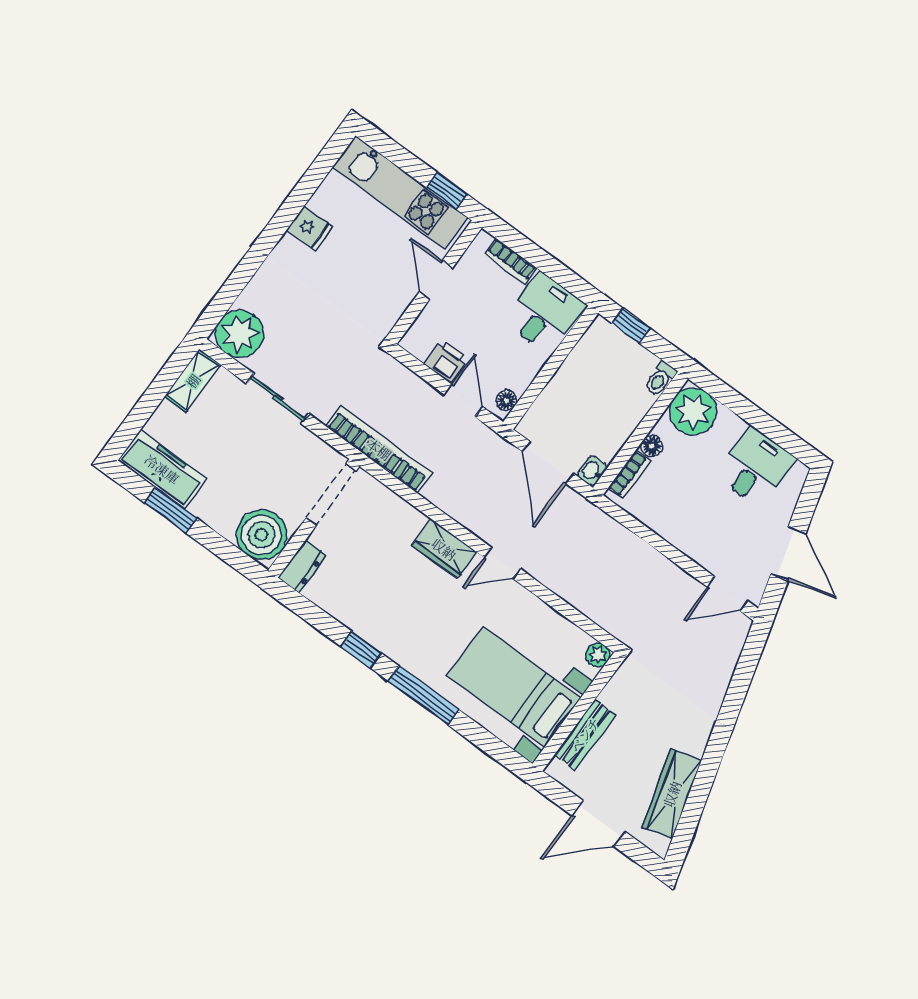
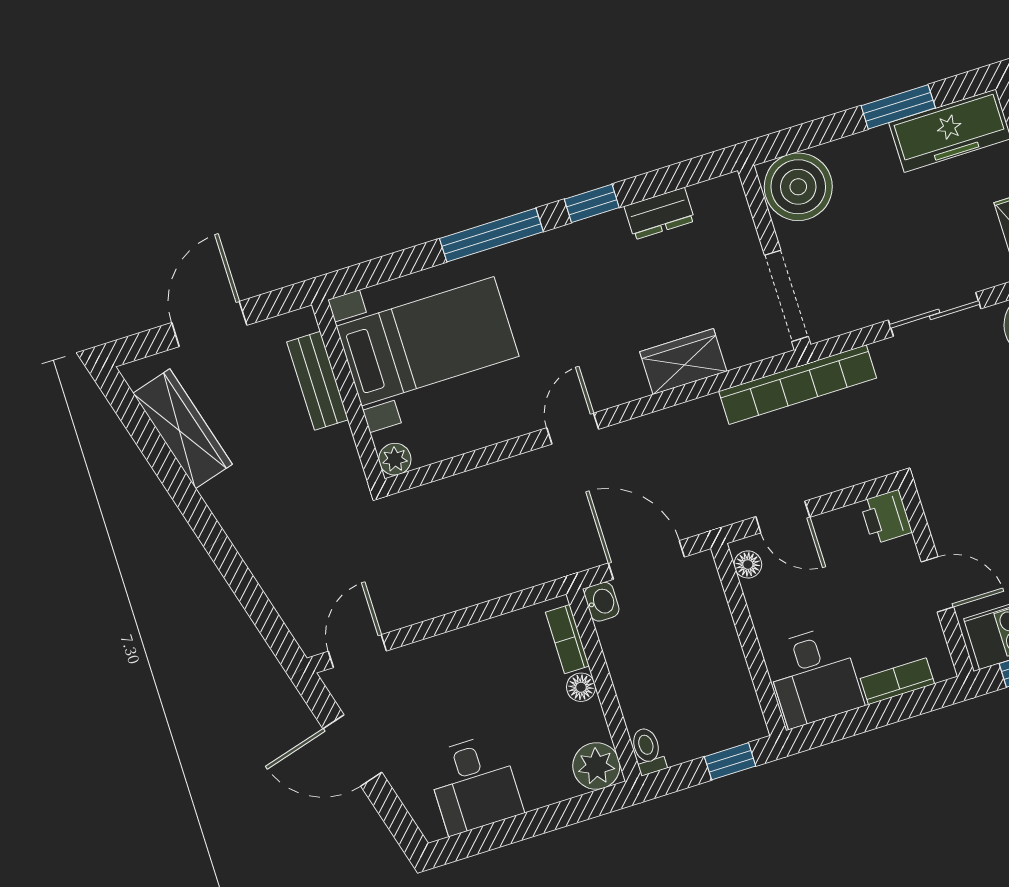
printer: (446, 361) -> (886, 517), moved, turned 90
plant: (693, 411) -> (596, 766), width x0.73, depth x0.73
wardrobe: (444, 549) -> (683, 362), moved
dresser: (302, 567) -> (659, 214), moved, turned -90

